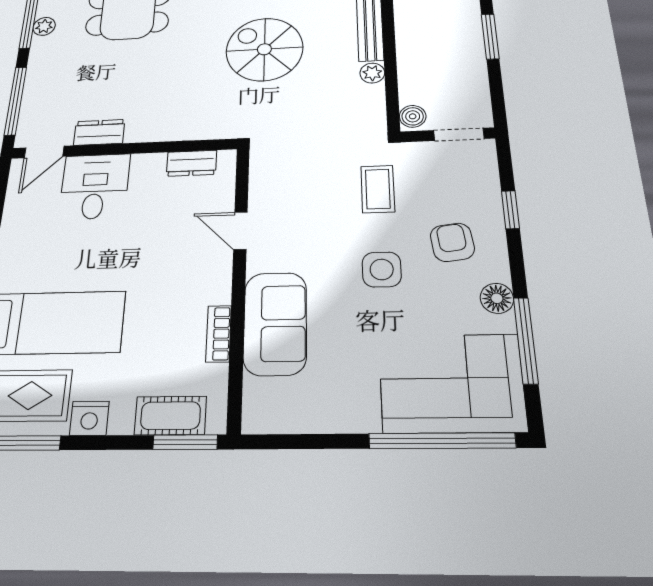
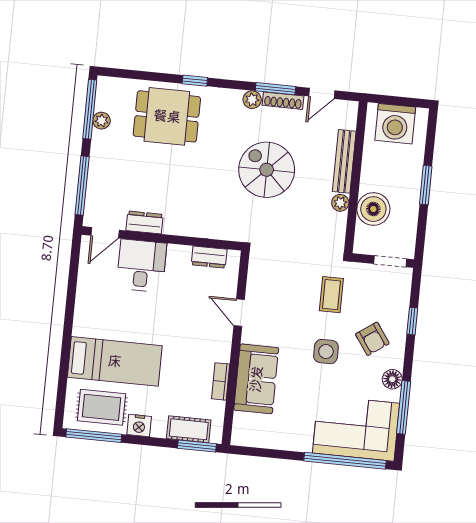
boiler: (413, 116) -> (373, 209), moved, width x1.86, depth x1.86
armchair: (452, 242) -> (372, 339), turned 152

